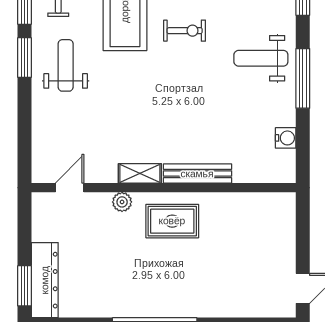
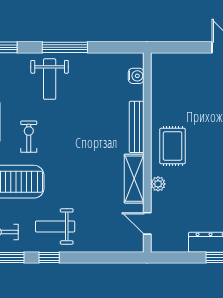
window: (25, 58) -> (49, 257), width x0.67
water cooler: (286, 138) -> (136, 76), moved, turned 90
shelving: (140, 173) -> (134, 179), width x1.50, depth x1.33

